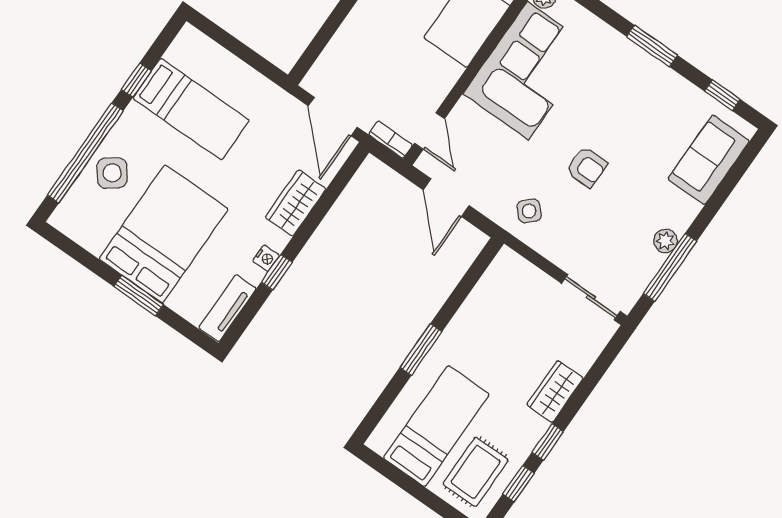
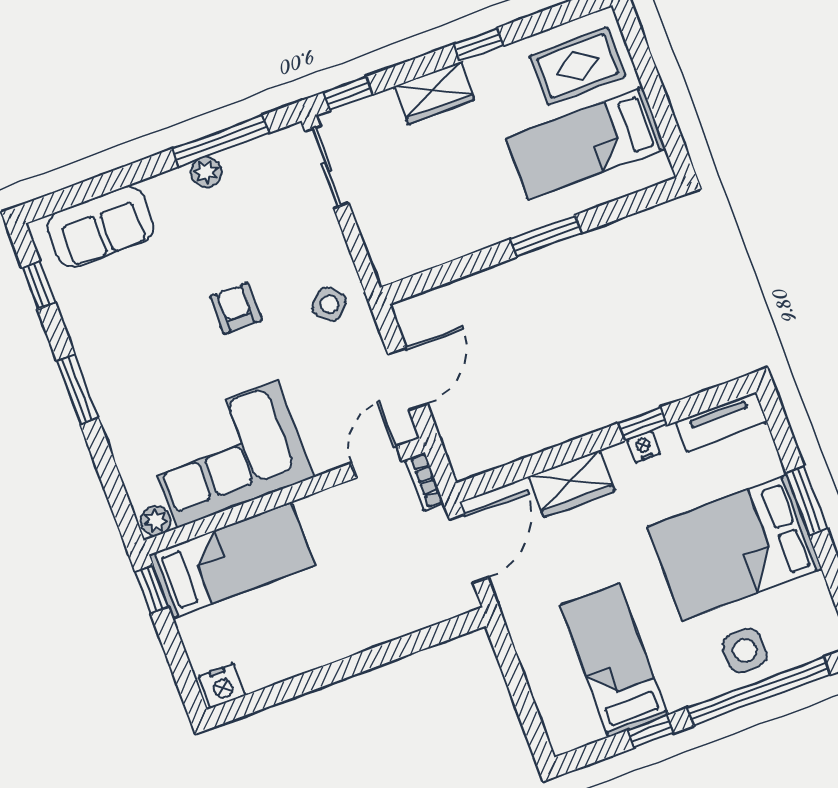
side table: (112, 173) -> (745, 650), turned 37
window: (518, 484) -> (348, 94), moved

